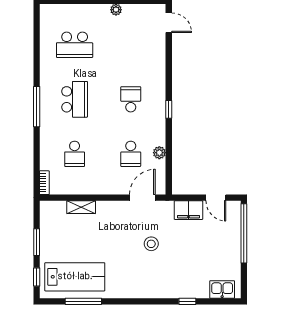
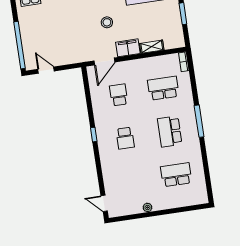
plant: (159, 153) -> (96, 99), removed
school desk: (75, 154) -> (163, 88), width x1.85
filing cabinet: (188, 210) -> (128, 48), moved
stool: (151, 244) -> (107, 22), moved

